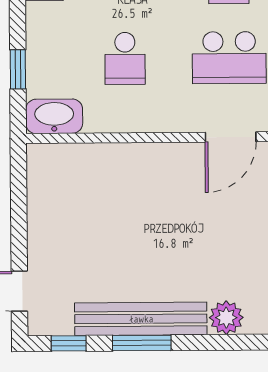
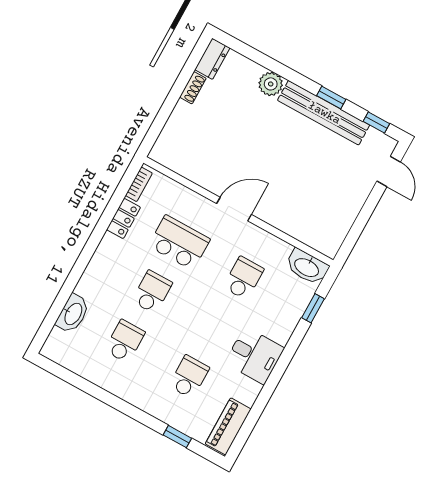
door: (231, 137) -> (234, 209), moved
window: (142, 343) -> (331, 98), width x0.67

